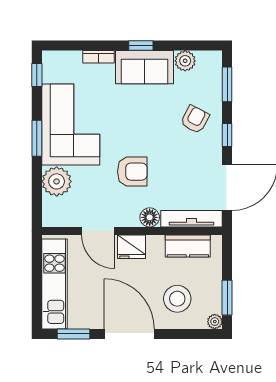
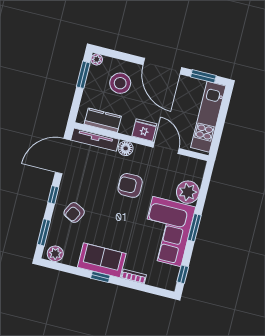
plant: (185, 61) -> (55, 254), moved

